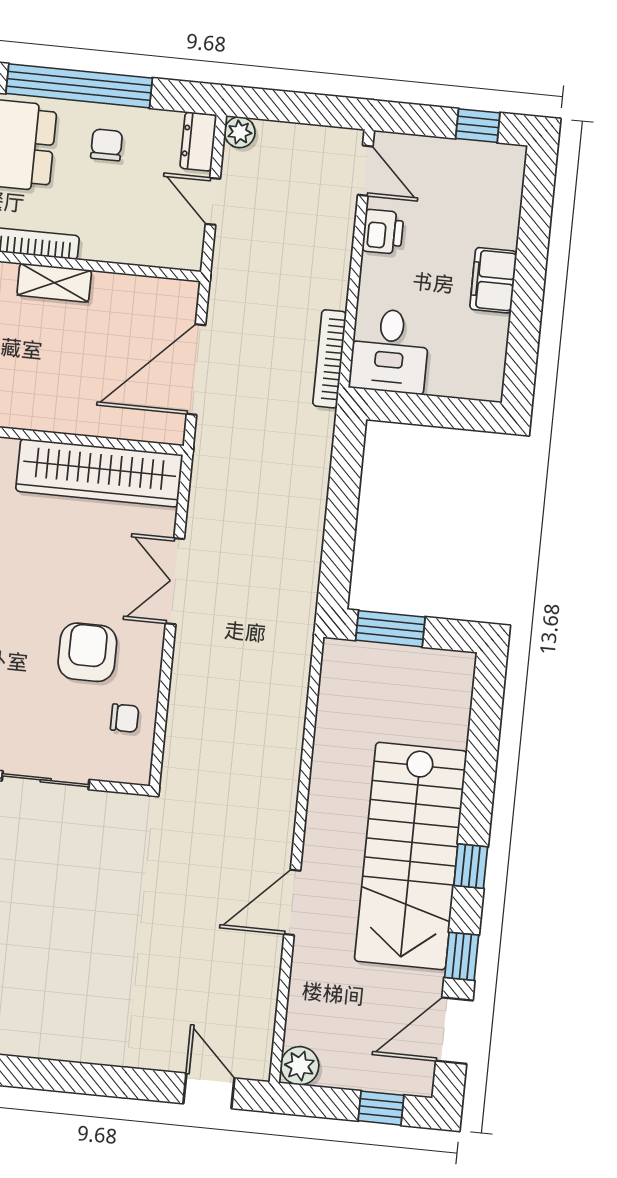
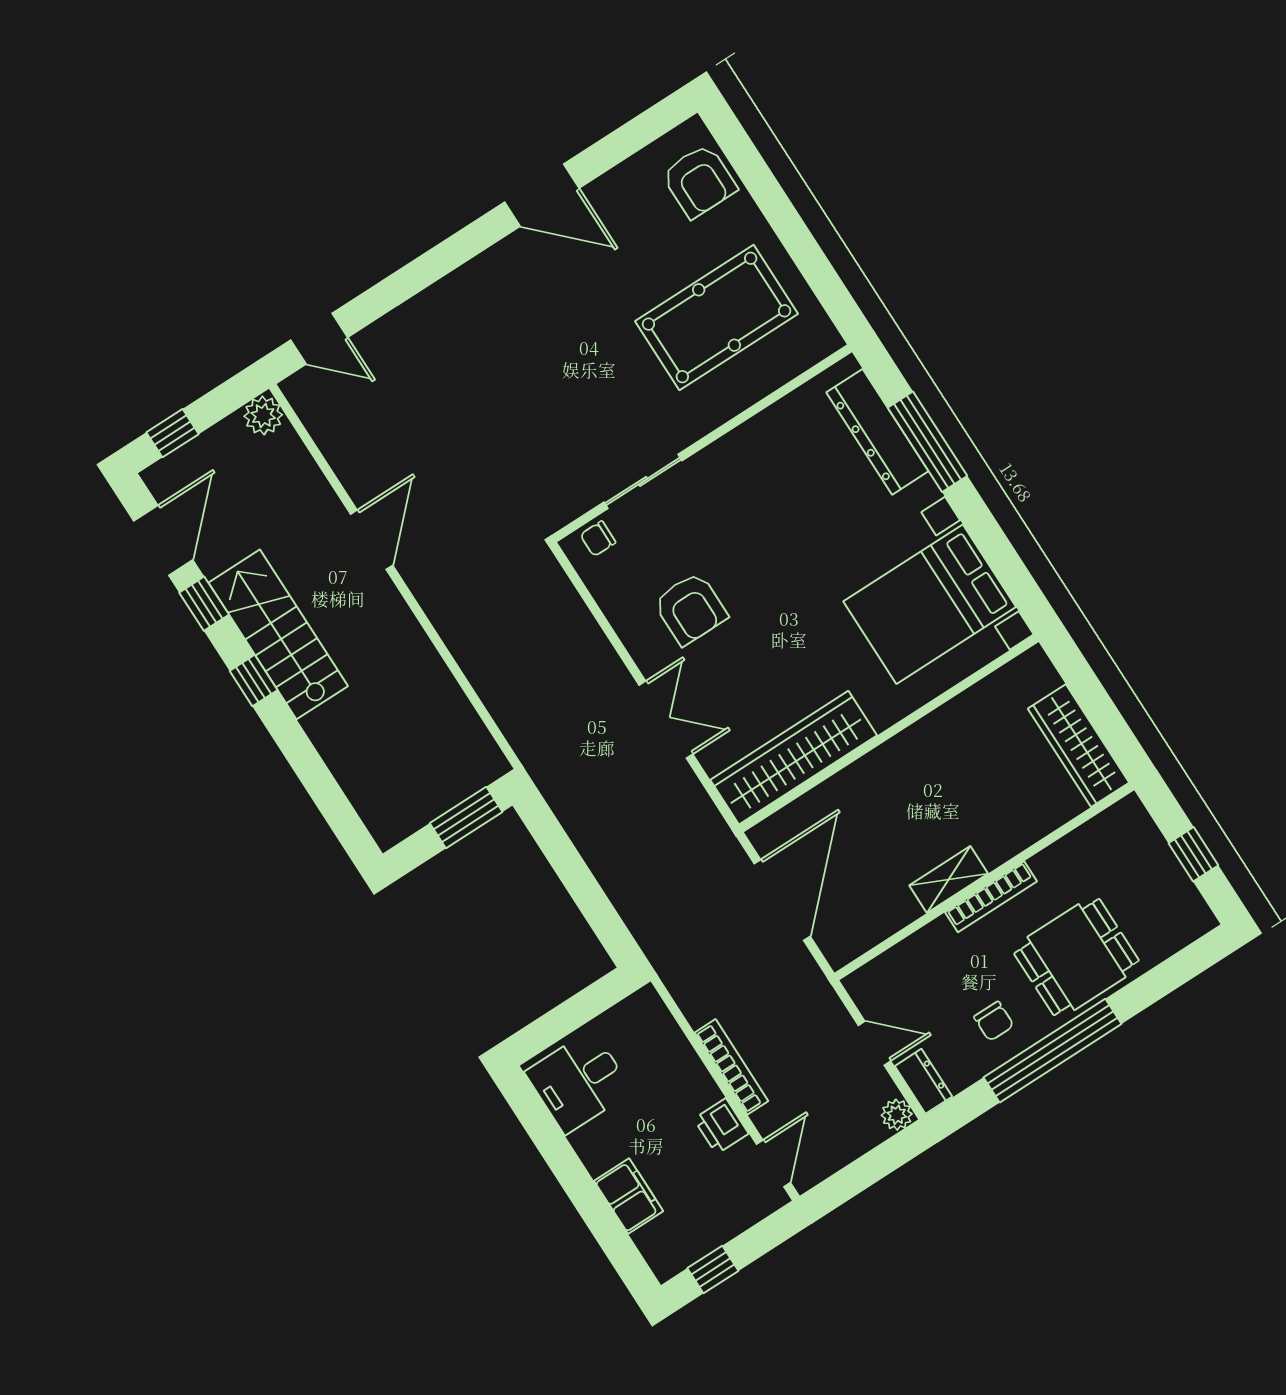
door: (365, 171) -> (773, 1163), swing flipped
filing cabinet: (493, 280) -> (629, 1196), moved
desk: (390, 351) -> (579, 1082), moved, turned -90
bookcase: (330, 359) -> (731, 1067), moved
chair: (125, 718) -> (598, 539), moved
stairs: (411, 856) -> (278, 634), width x0.73, depth x0.66

